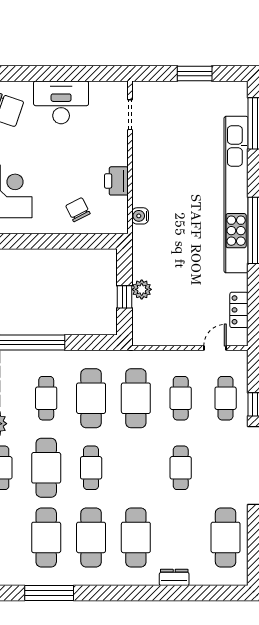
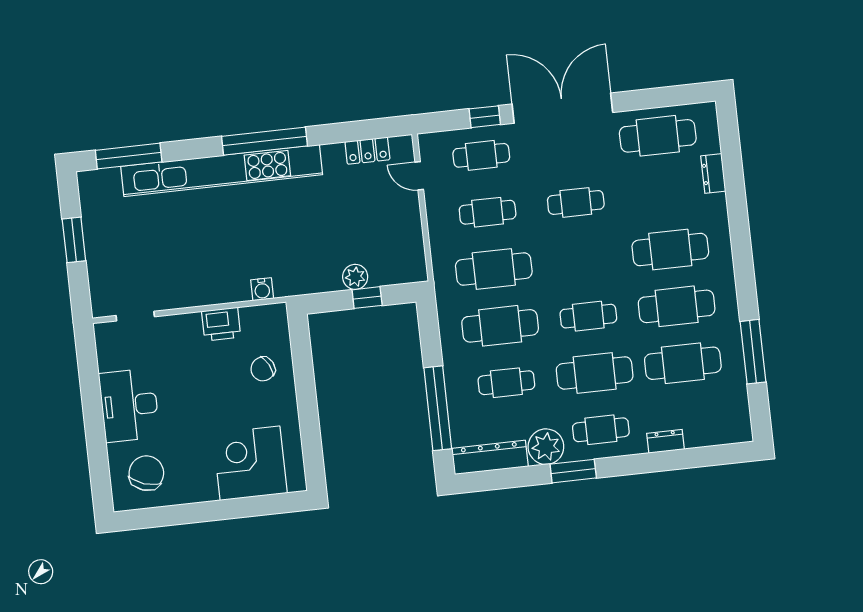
dresser: (174, 577) -> (713, 174), moved

